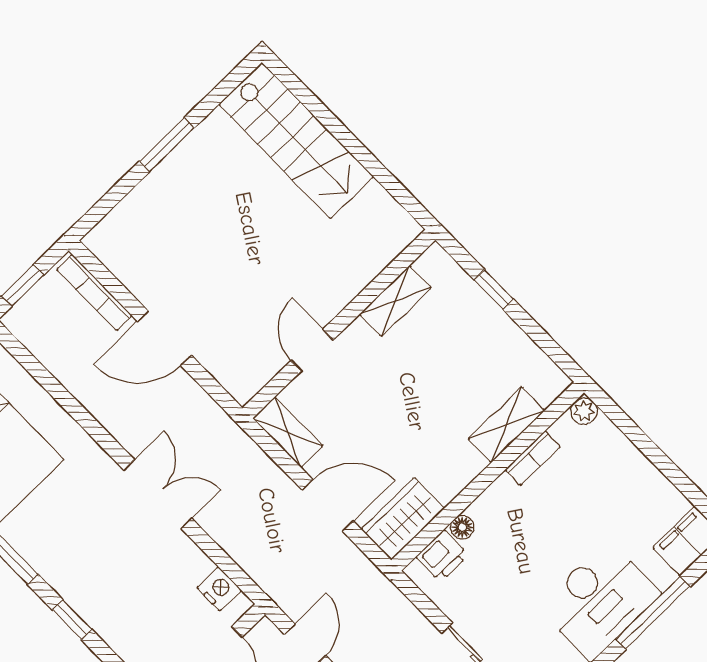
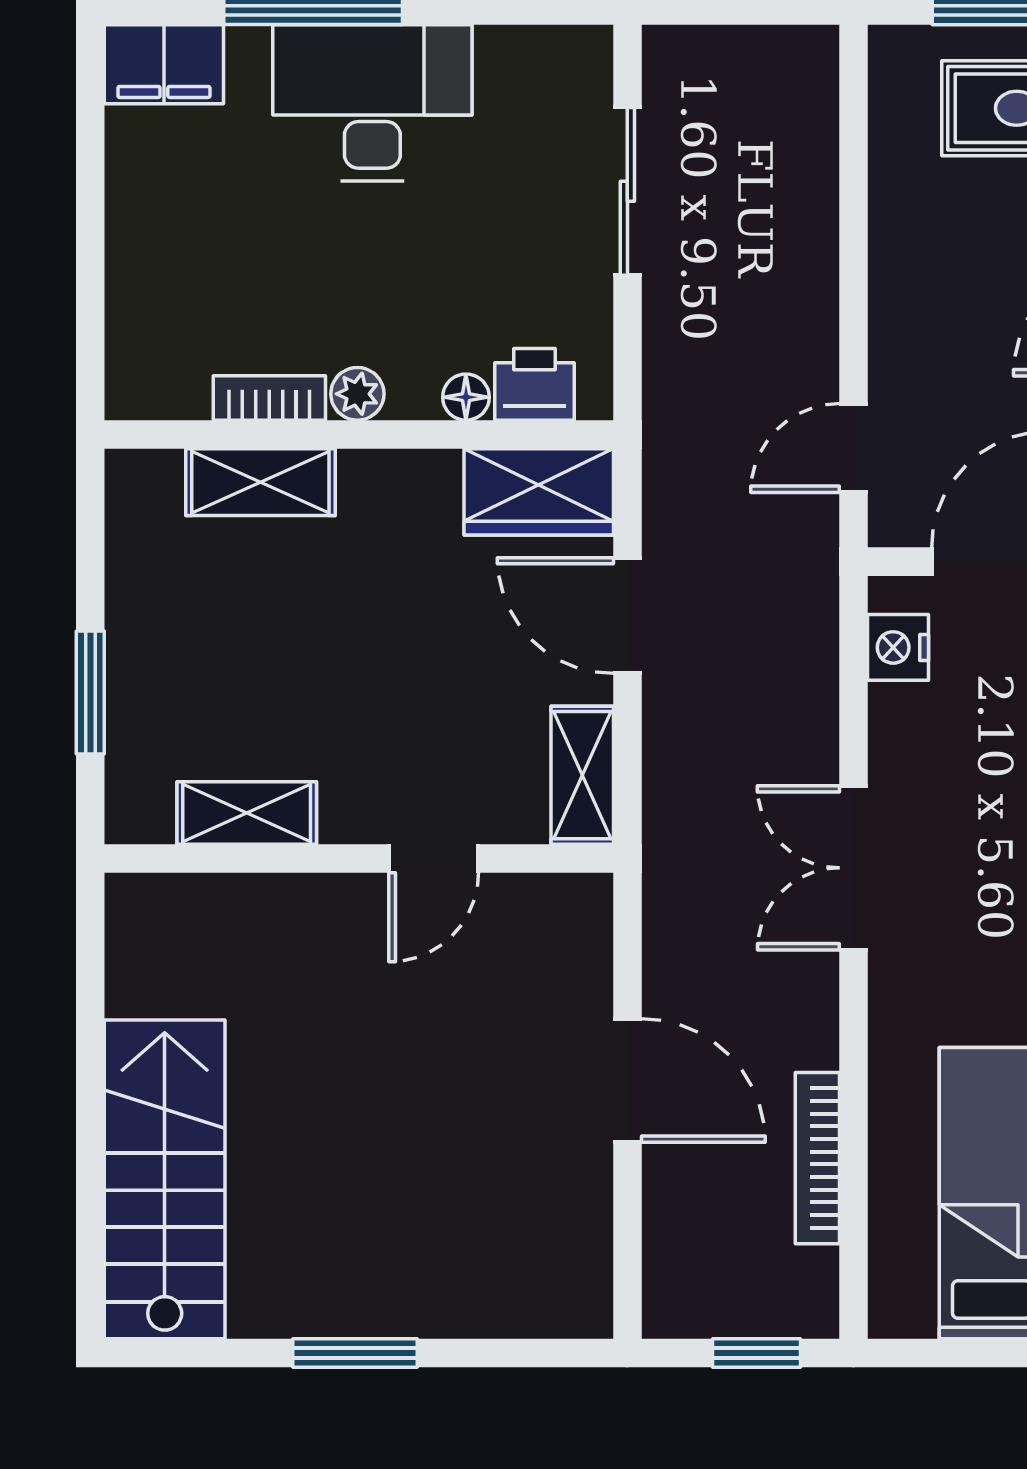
window: (494, 289) -> (90, 693), width x1.50
bookcase: (94, 292) -> (817, 1158), moved, turned 180
plant: (584, 411) -> (357, 394), moved

